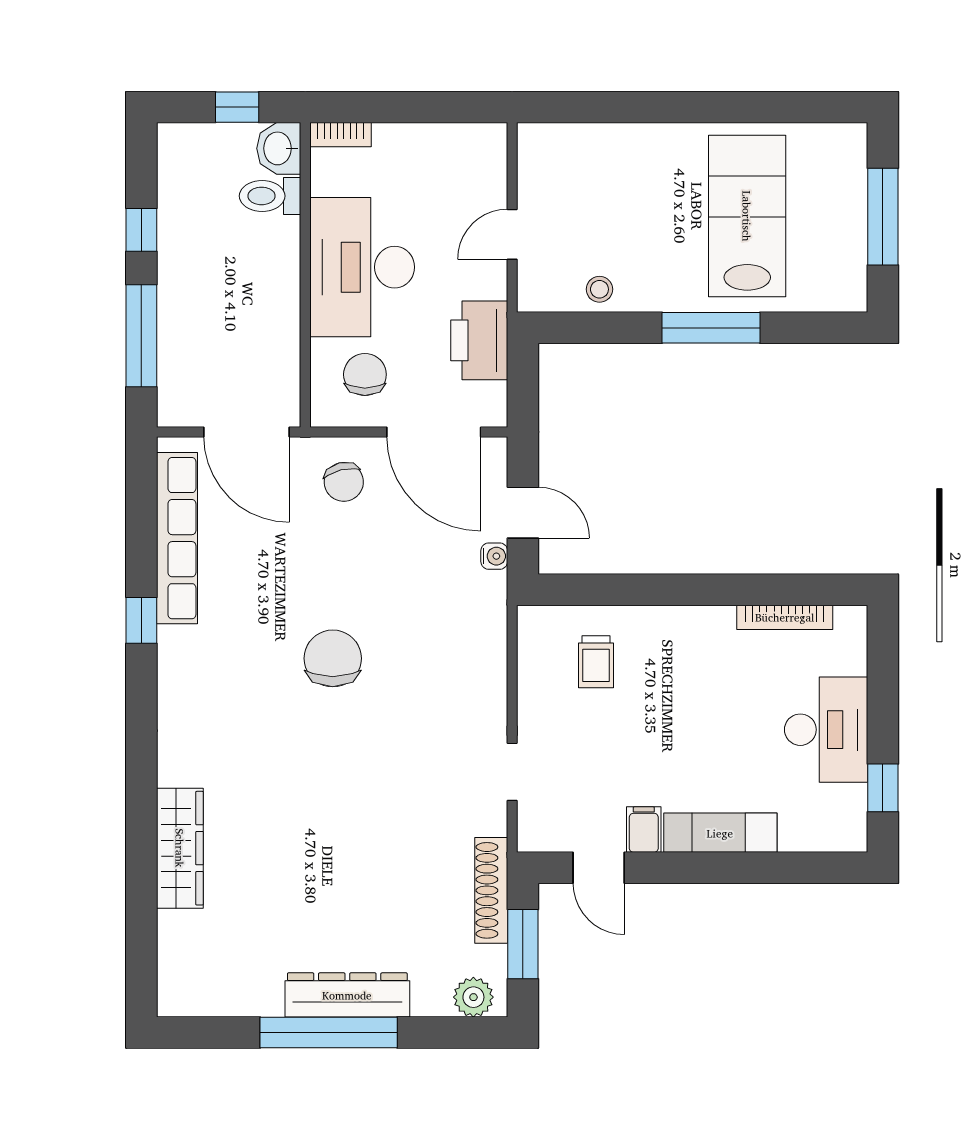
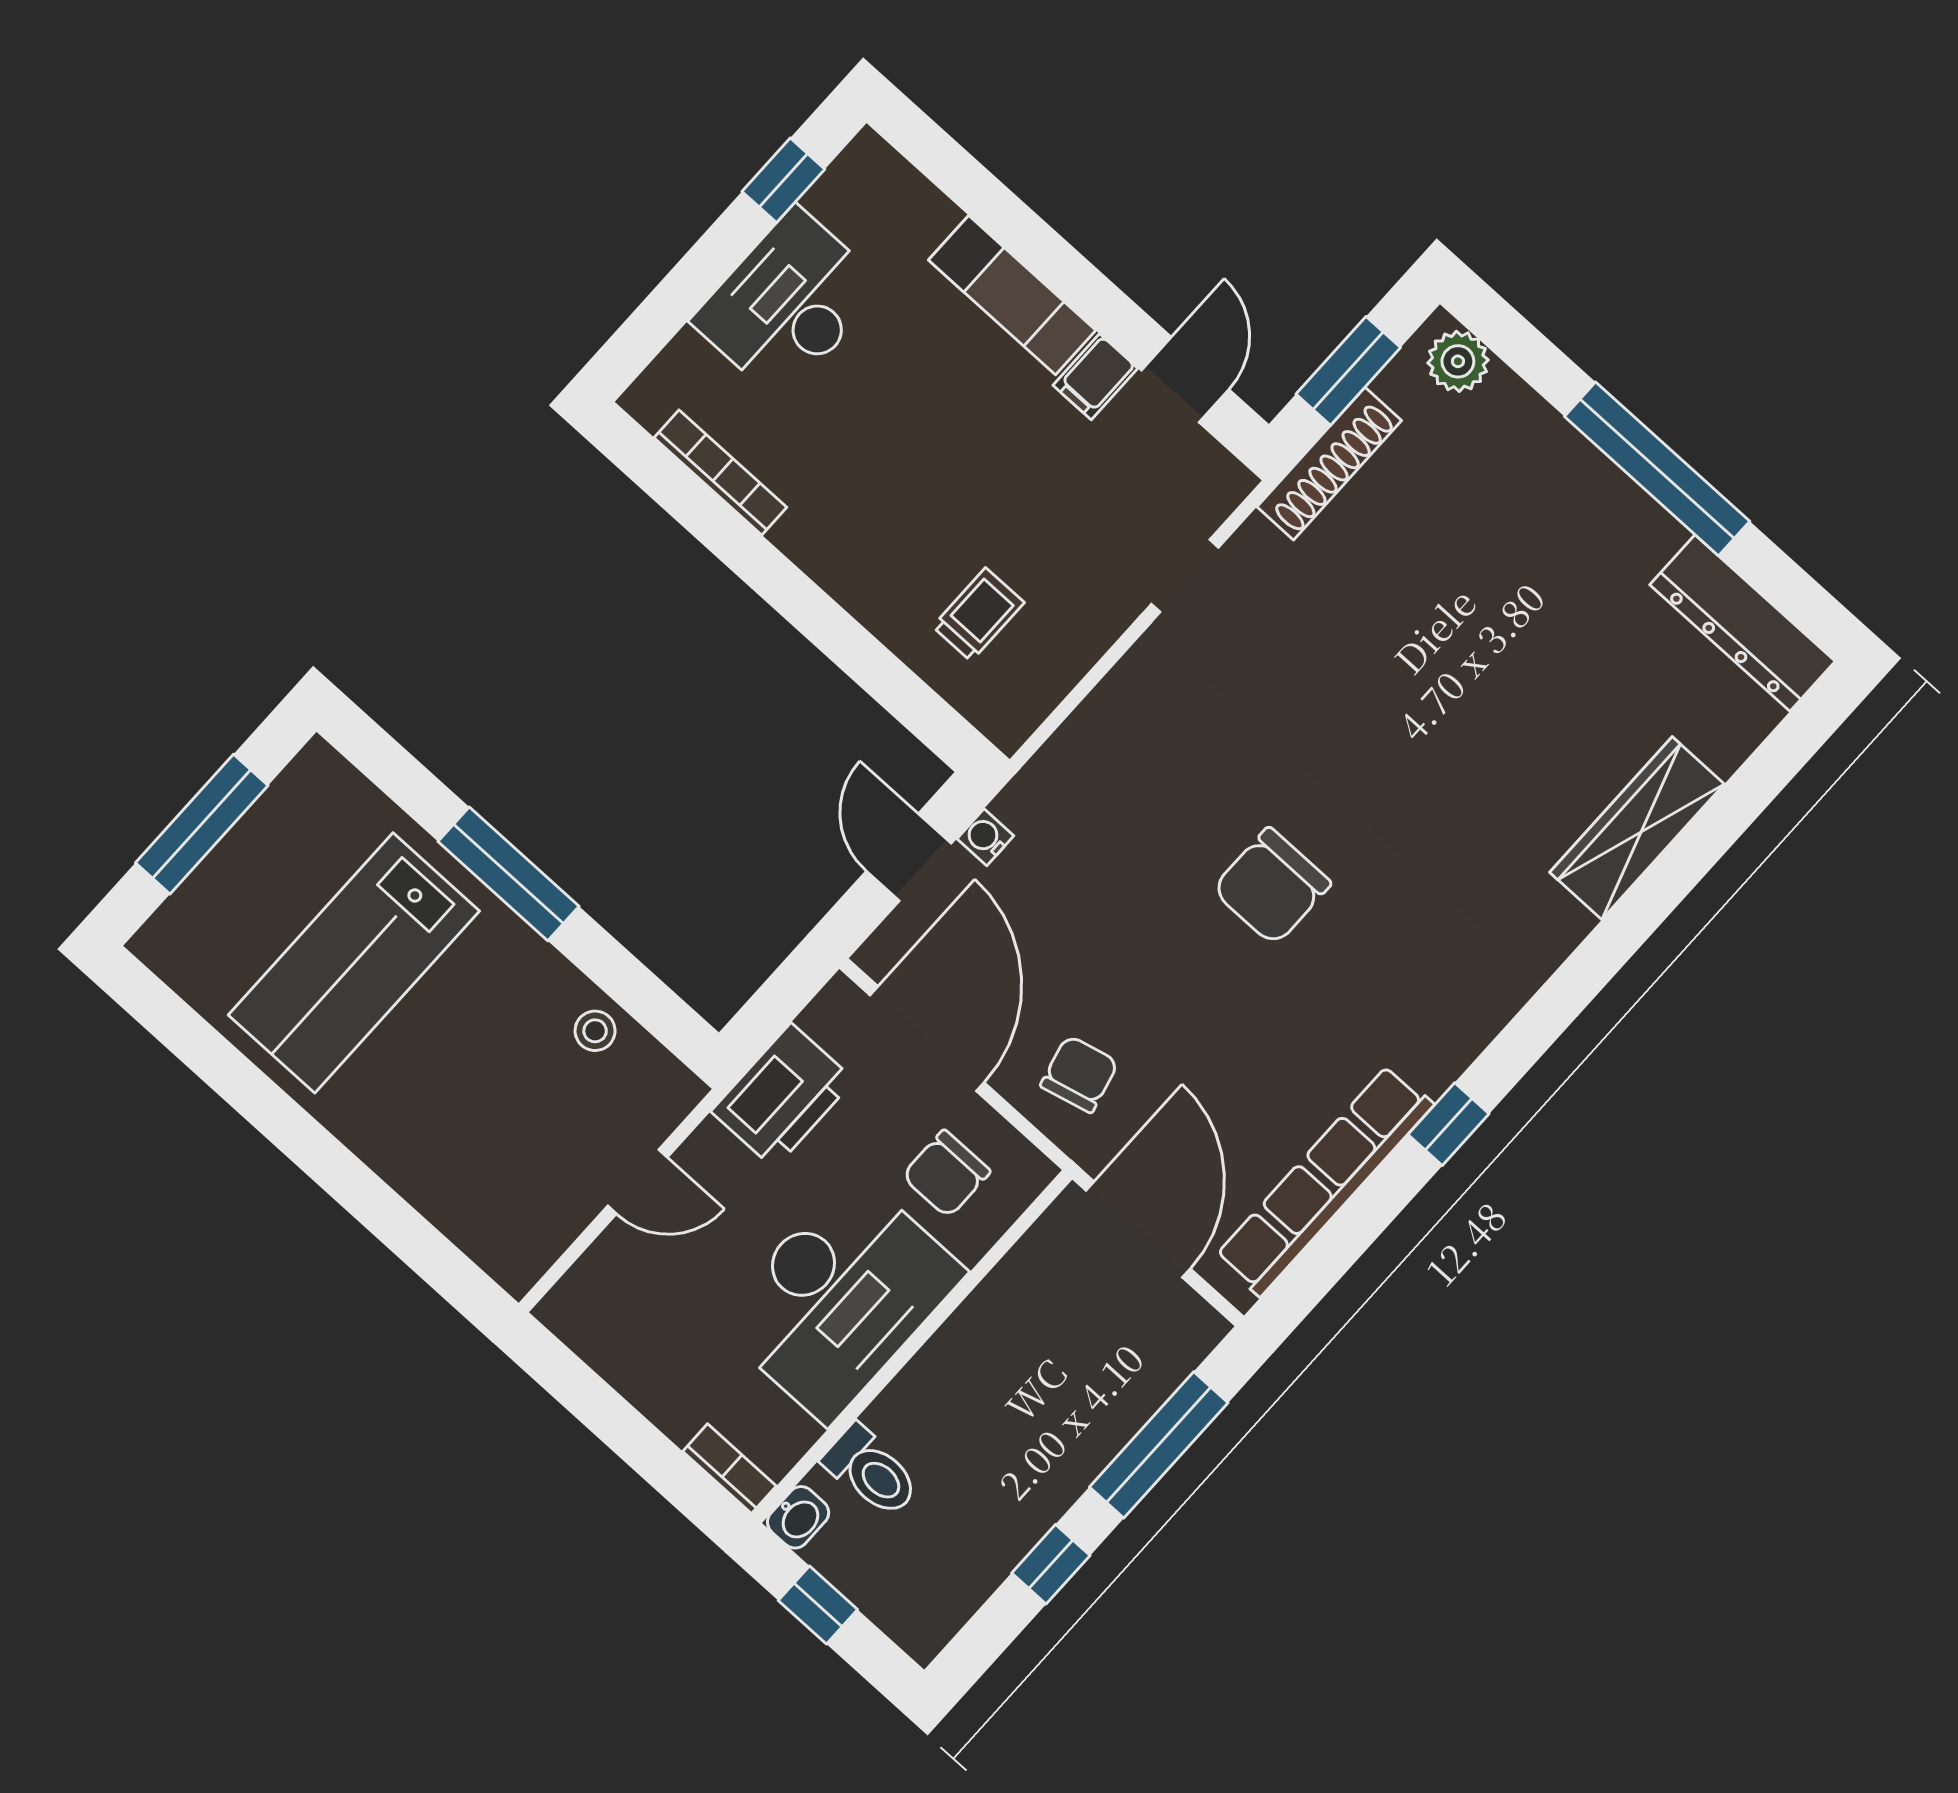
washbasin: (279, 148) -> (798, 1517), width x0.72, depth x0.69
dresser: (347, 995) -> (1742, 623), moved

